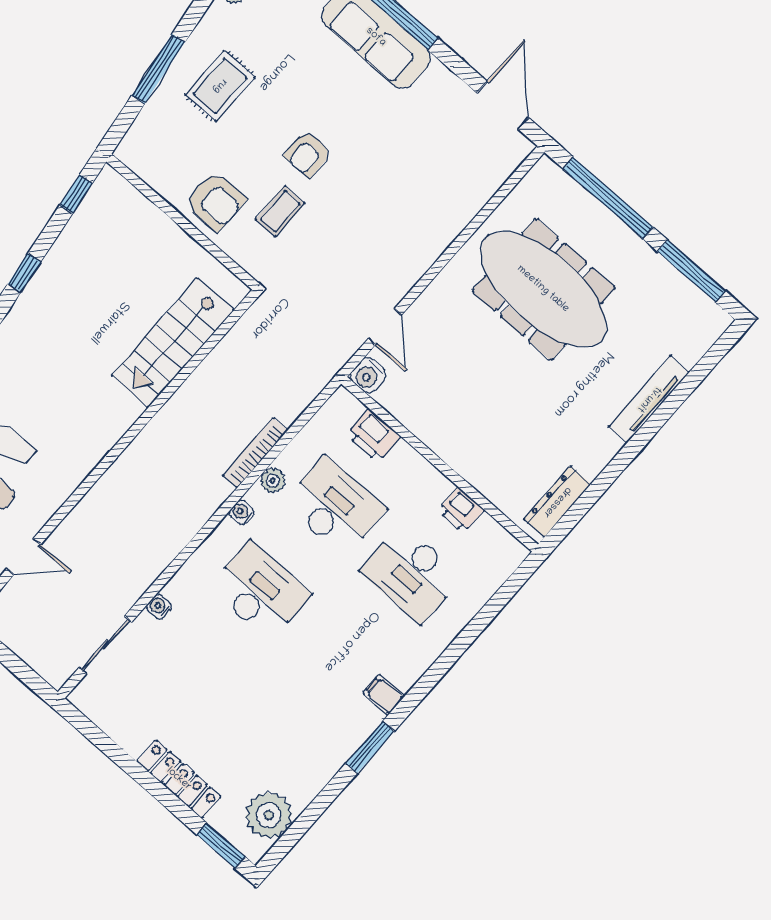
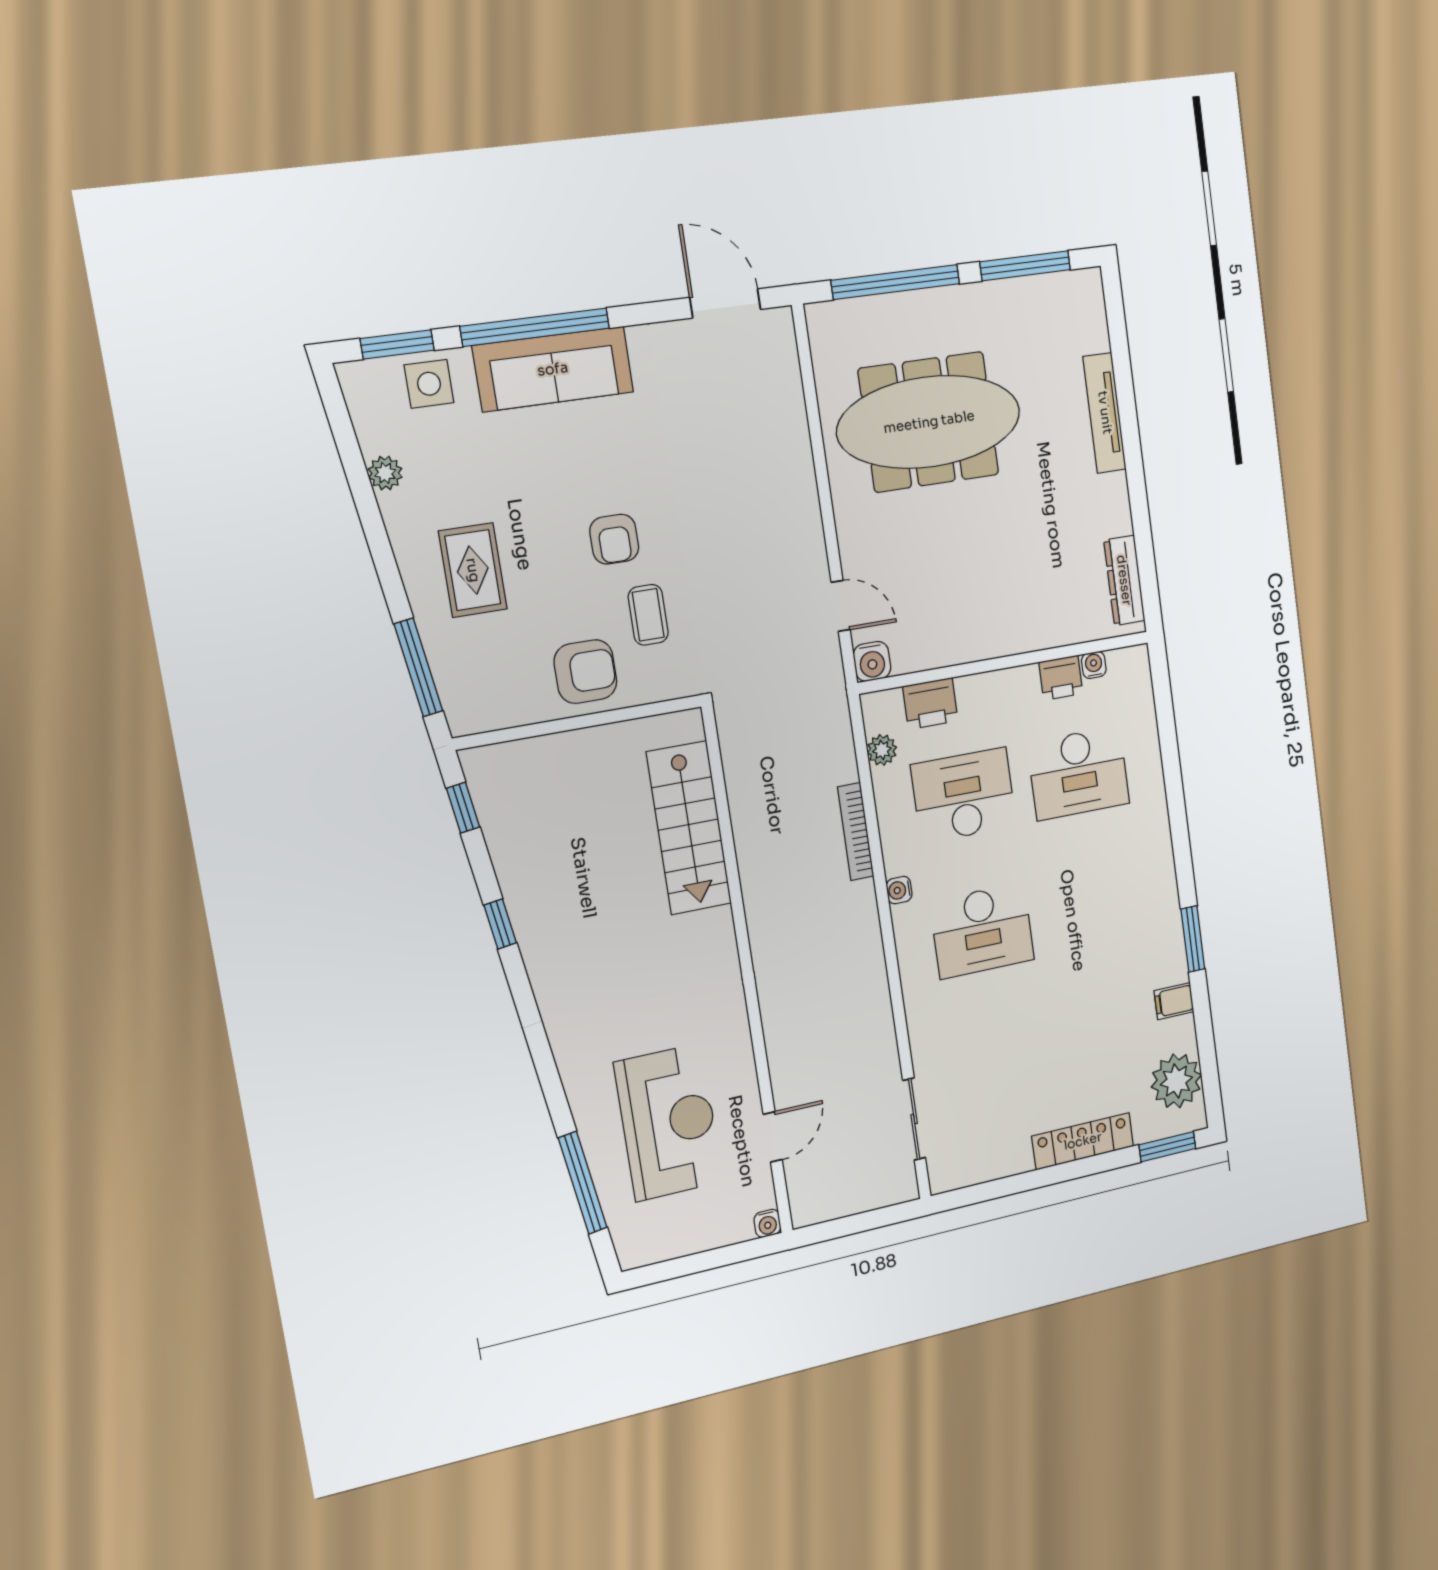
window: (158, 69) -> (418, 667), moved
plant: (273, 480) -> (882, 750), moved
desk: (260, 591) -> (982, 931), turned 180
water cooler: (159, 607) -> (1094, 665), moved, turned 90
filing cabinet: (384, 695) -> (1174, 1001), moved

